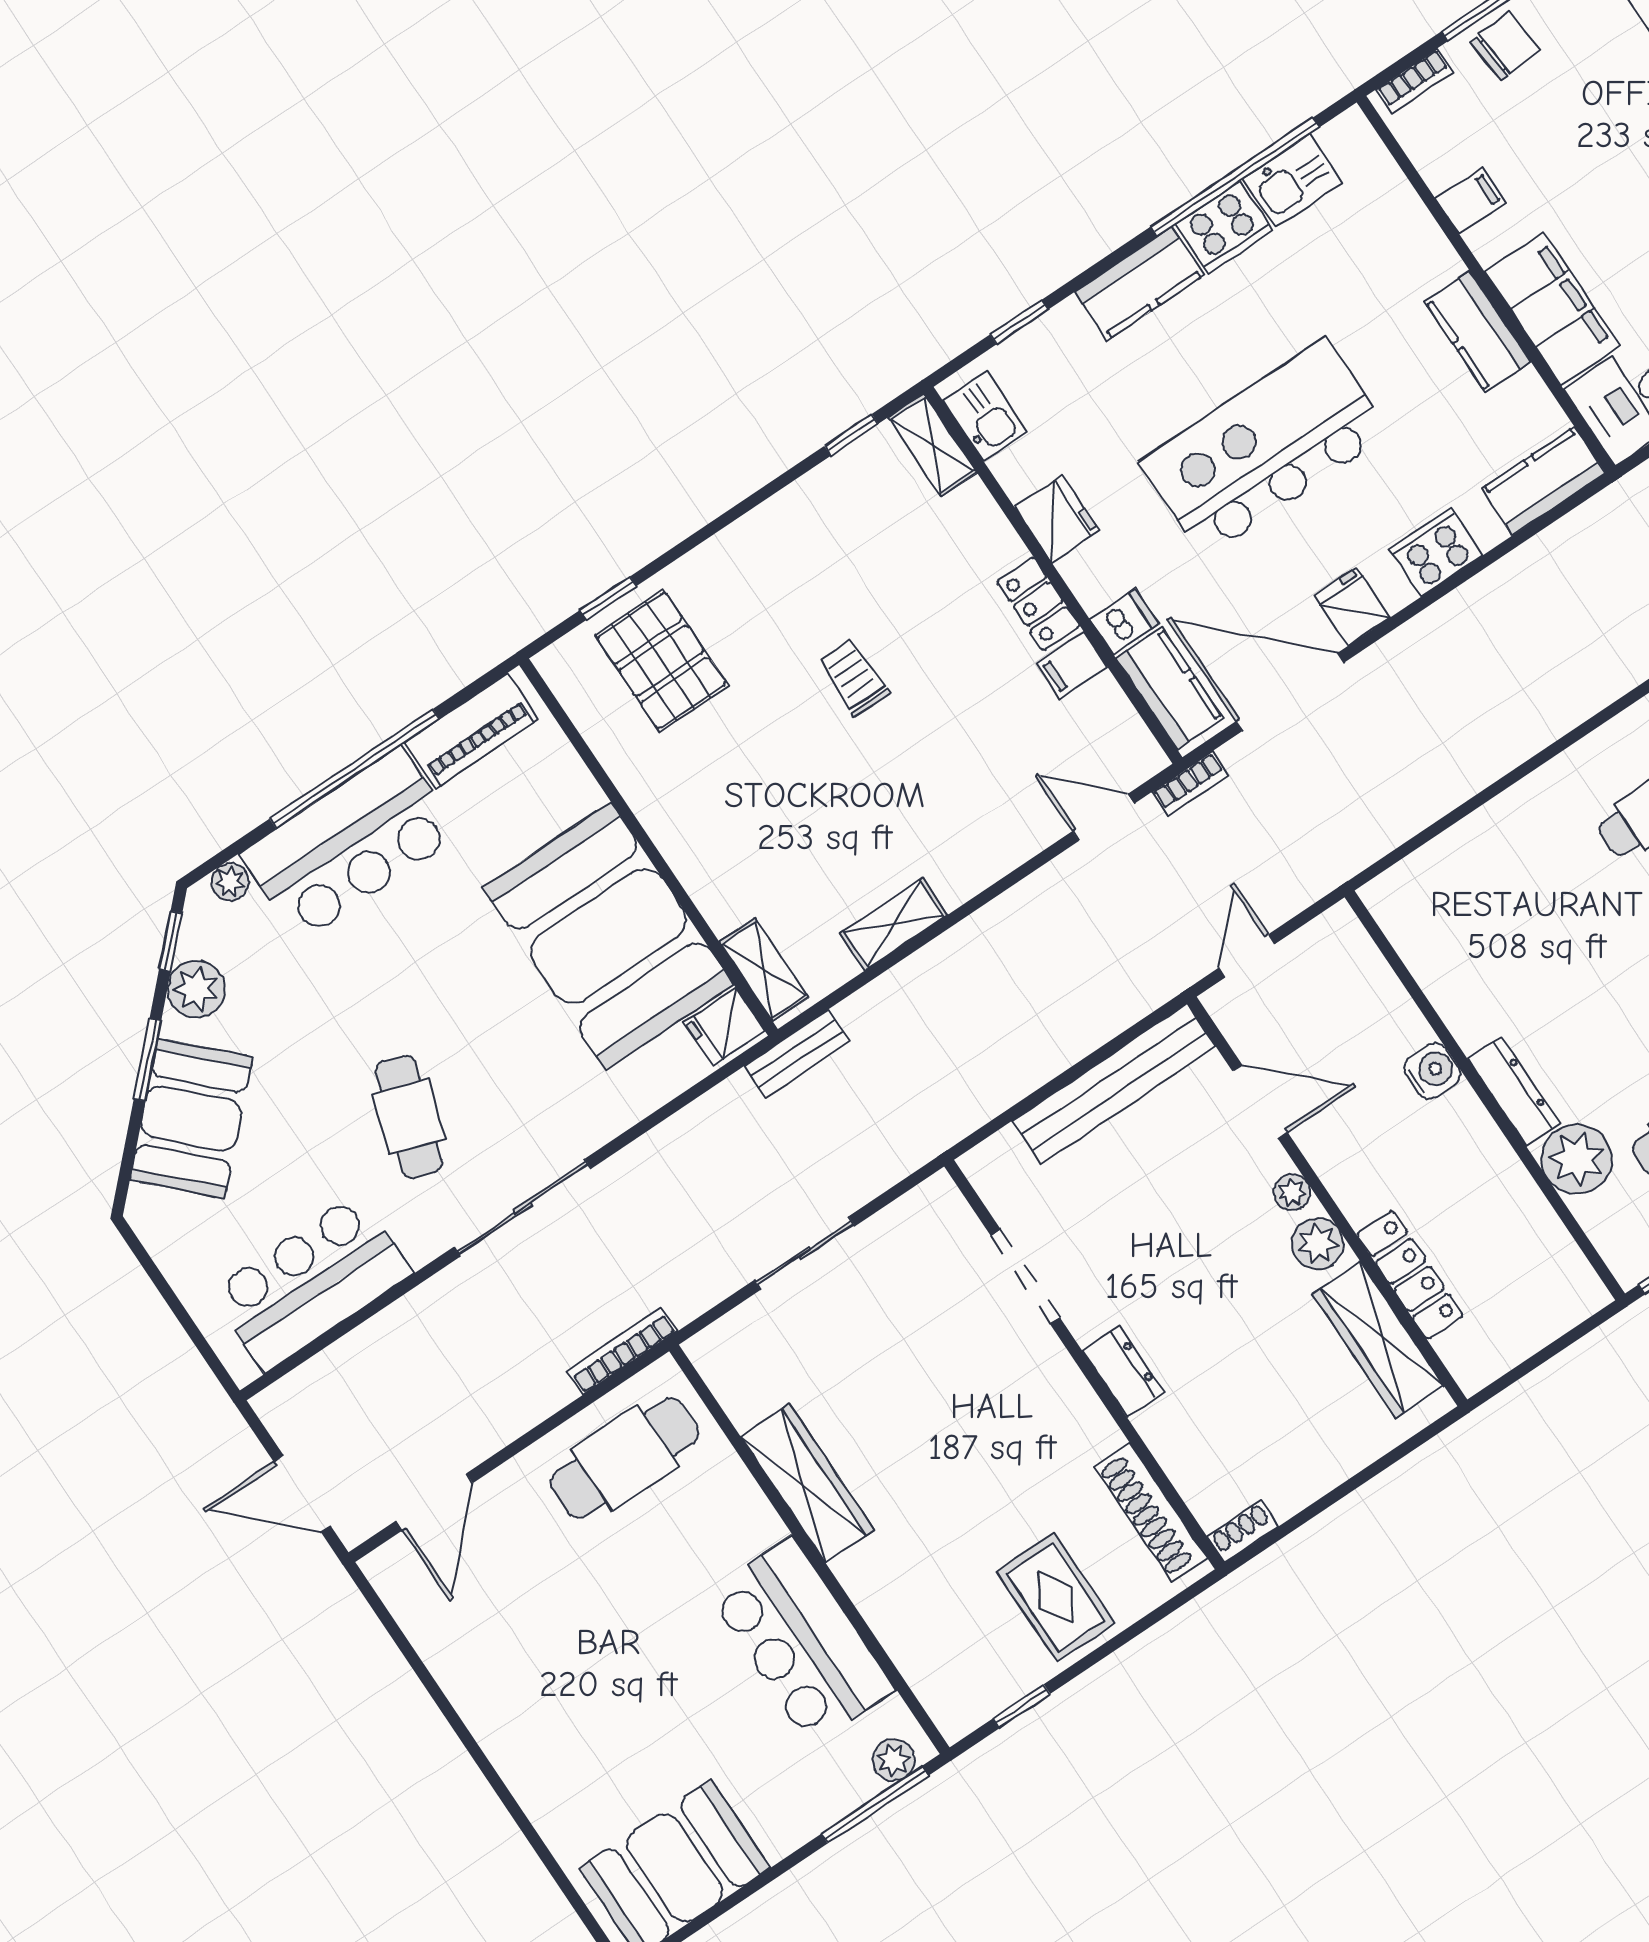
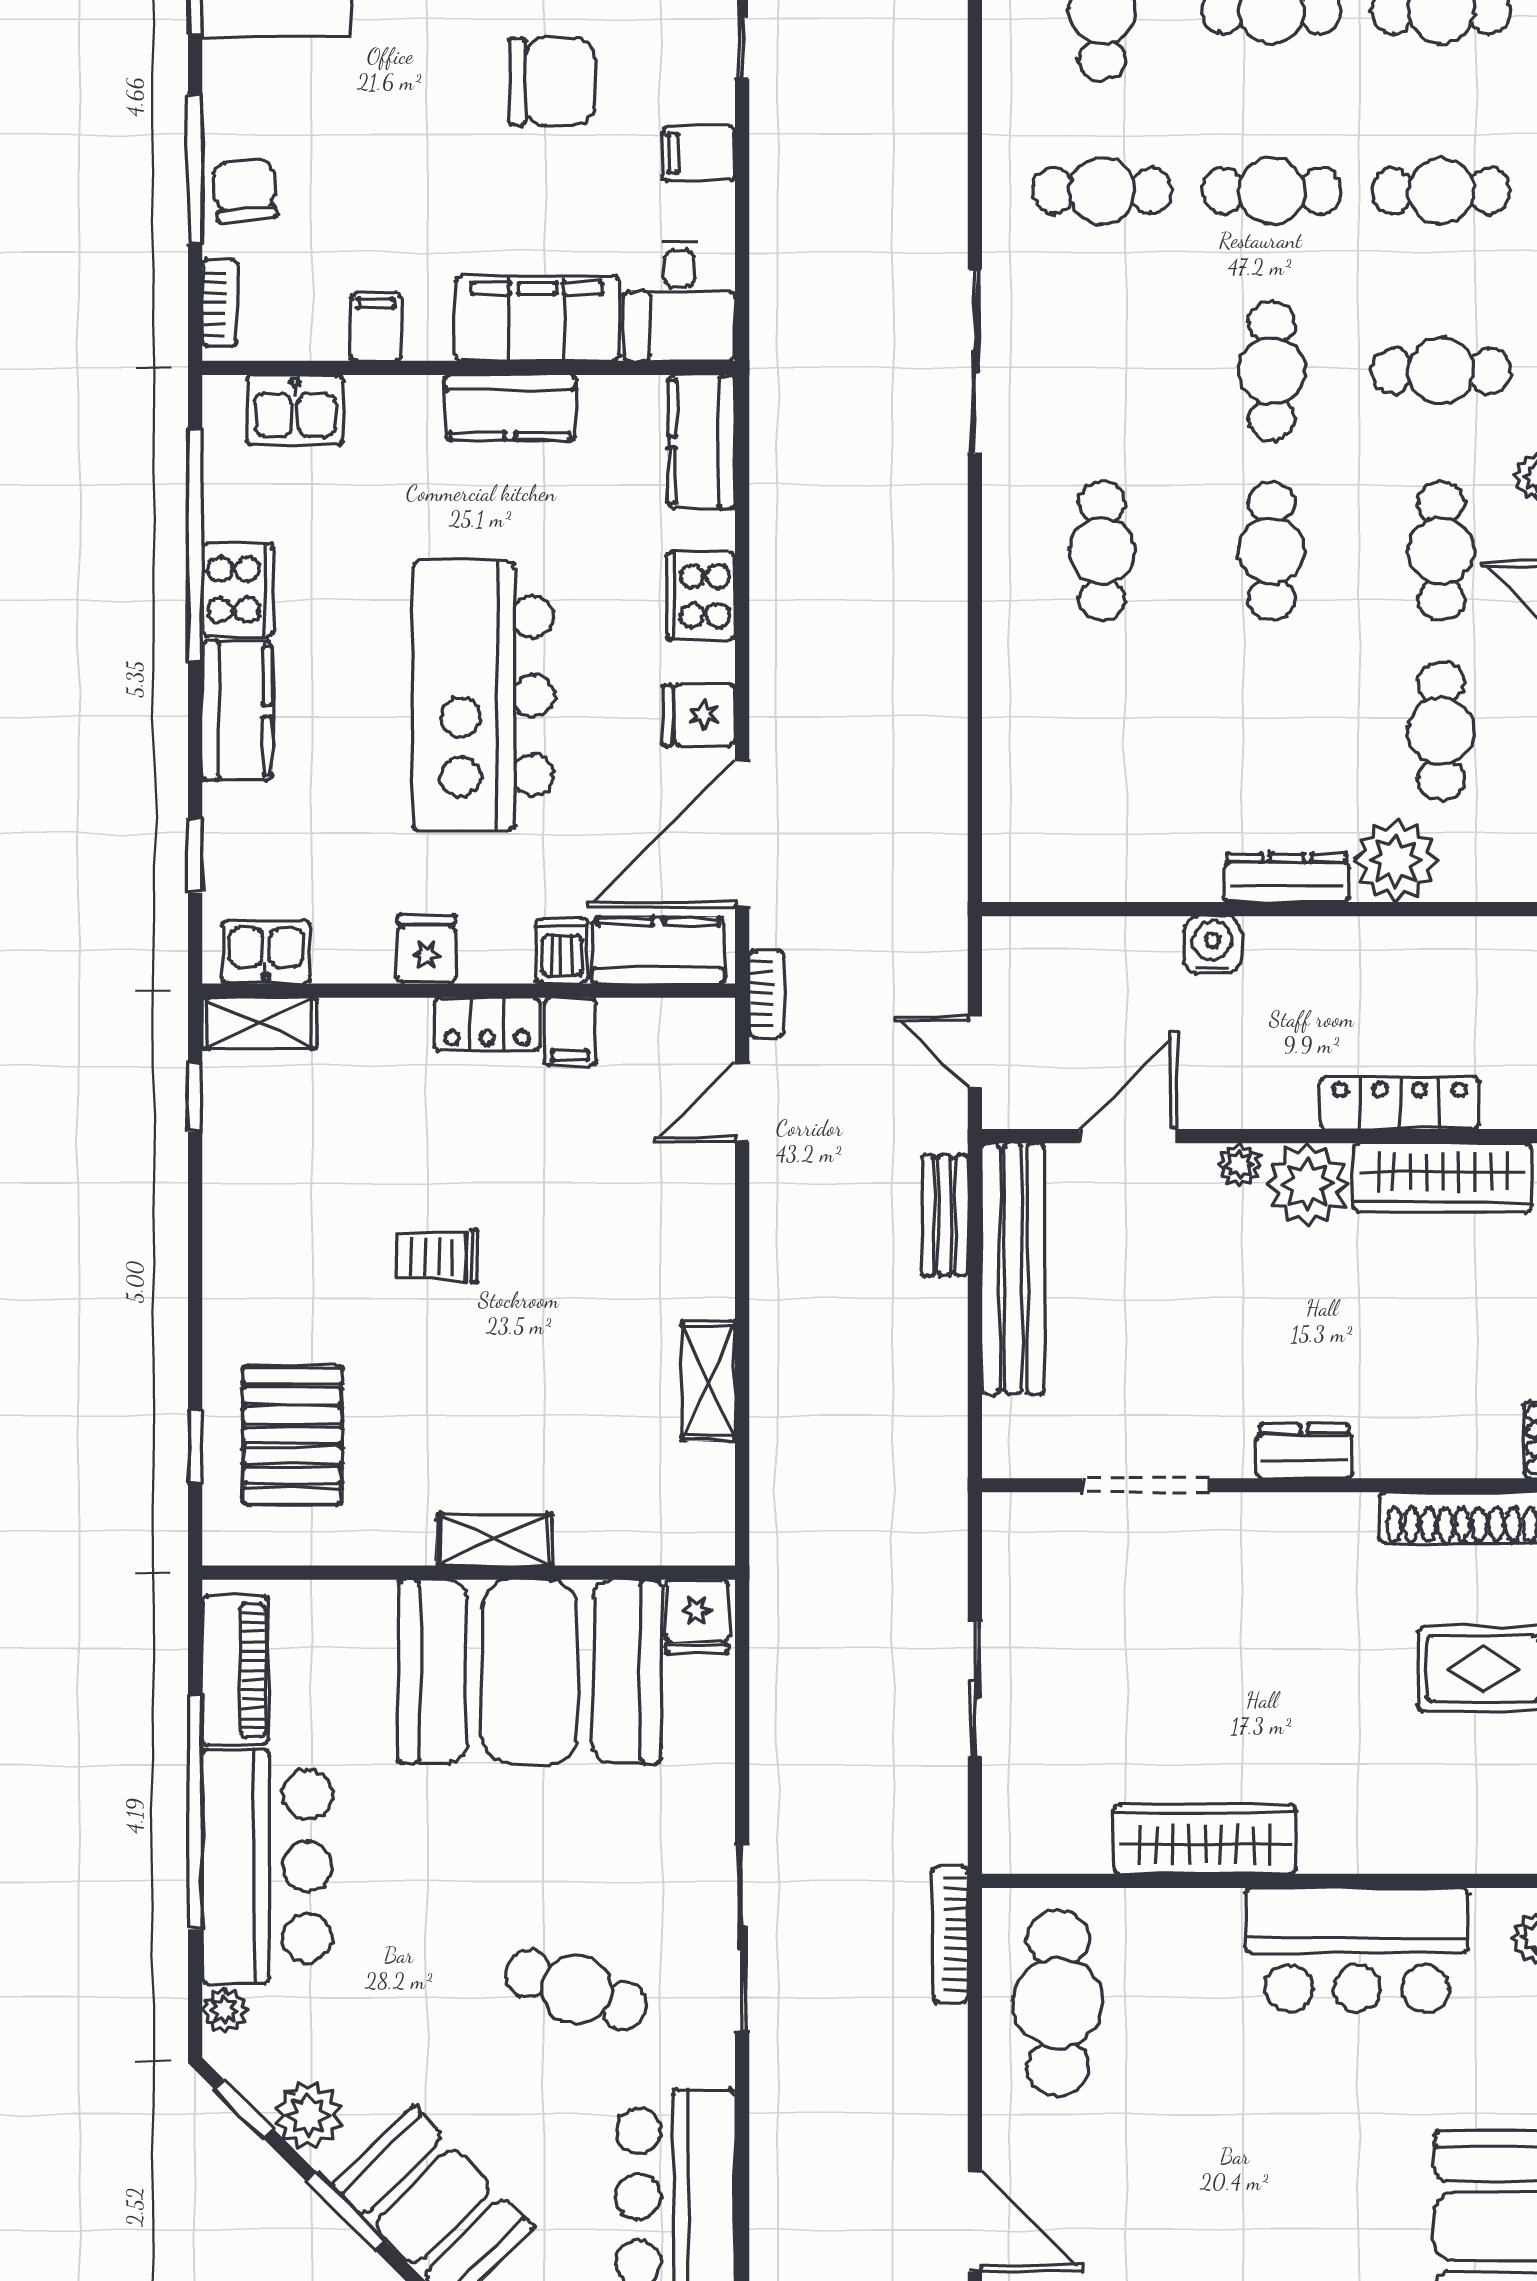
kitchen sink: (1293, 181) -> (295, 410), moved, turned 90
fridge: (1057, 519) -> (427, 949), width x0.72
pallet: (662, 661) -> (292, 1436), turned 90
shelving: (764, 969) -> (494, 1540), moved
bench: (797, 1054) -> (945, 1215), moved
plant: (1318, 1244) -> (1307, 1185), width x1.36, depth x1.36

